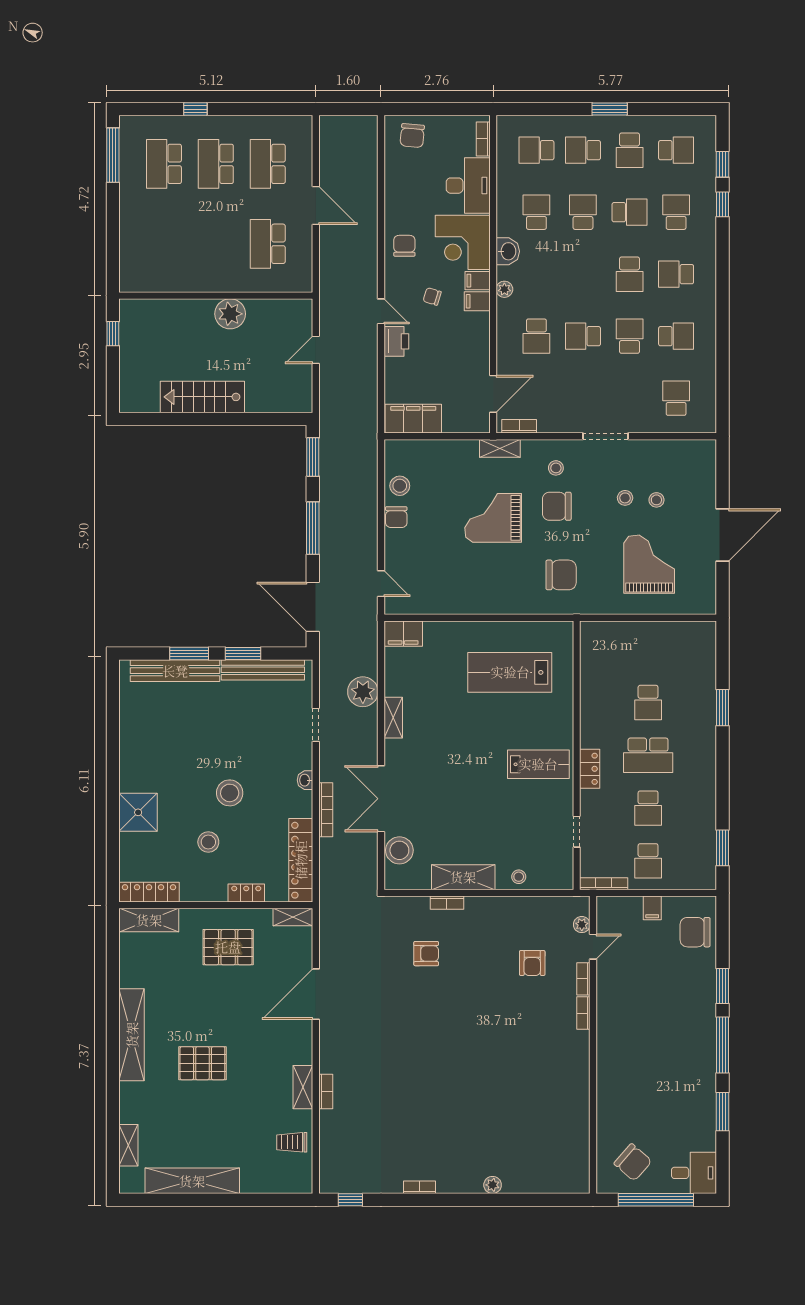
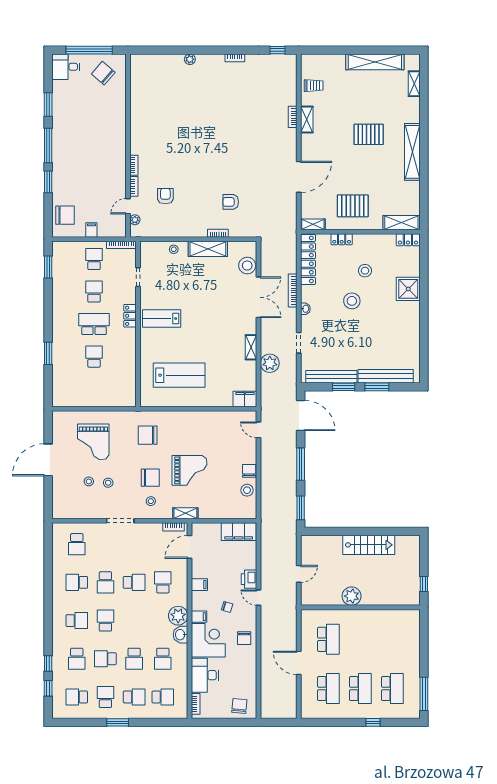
plant: (504, 289) -> (178, 616), width x1.88, depth x1.88
filing cabinet: (477, 301) -> (199, 585), moved
locker: (149, 892) -> (408, 240), width x0.66

